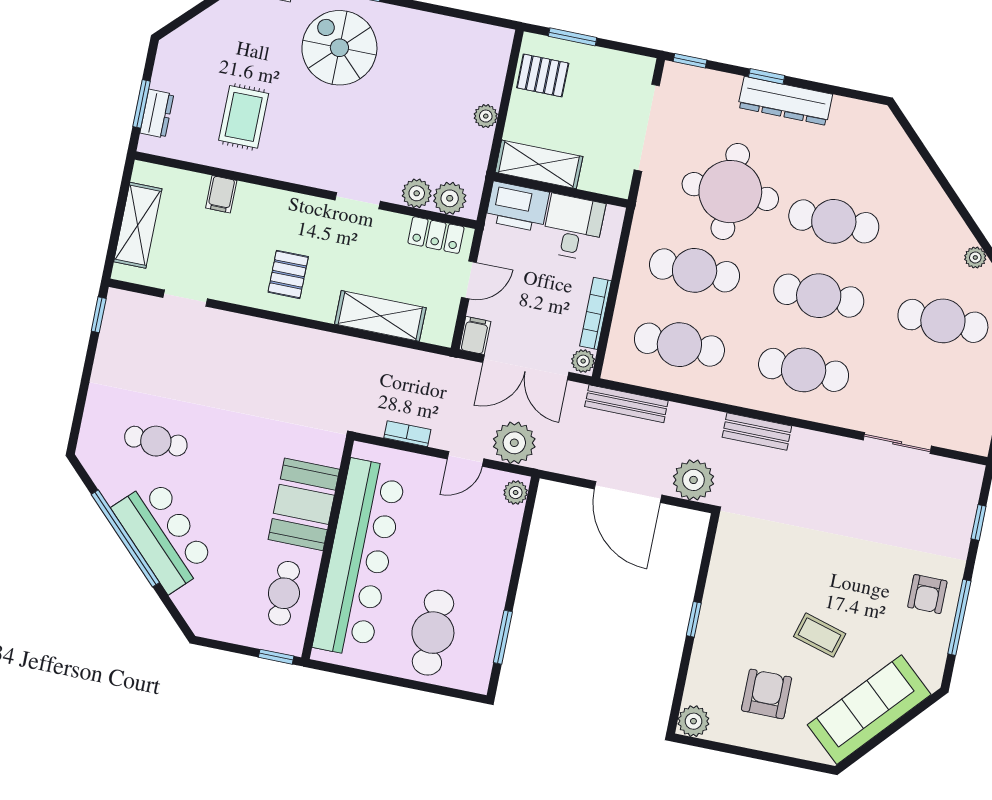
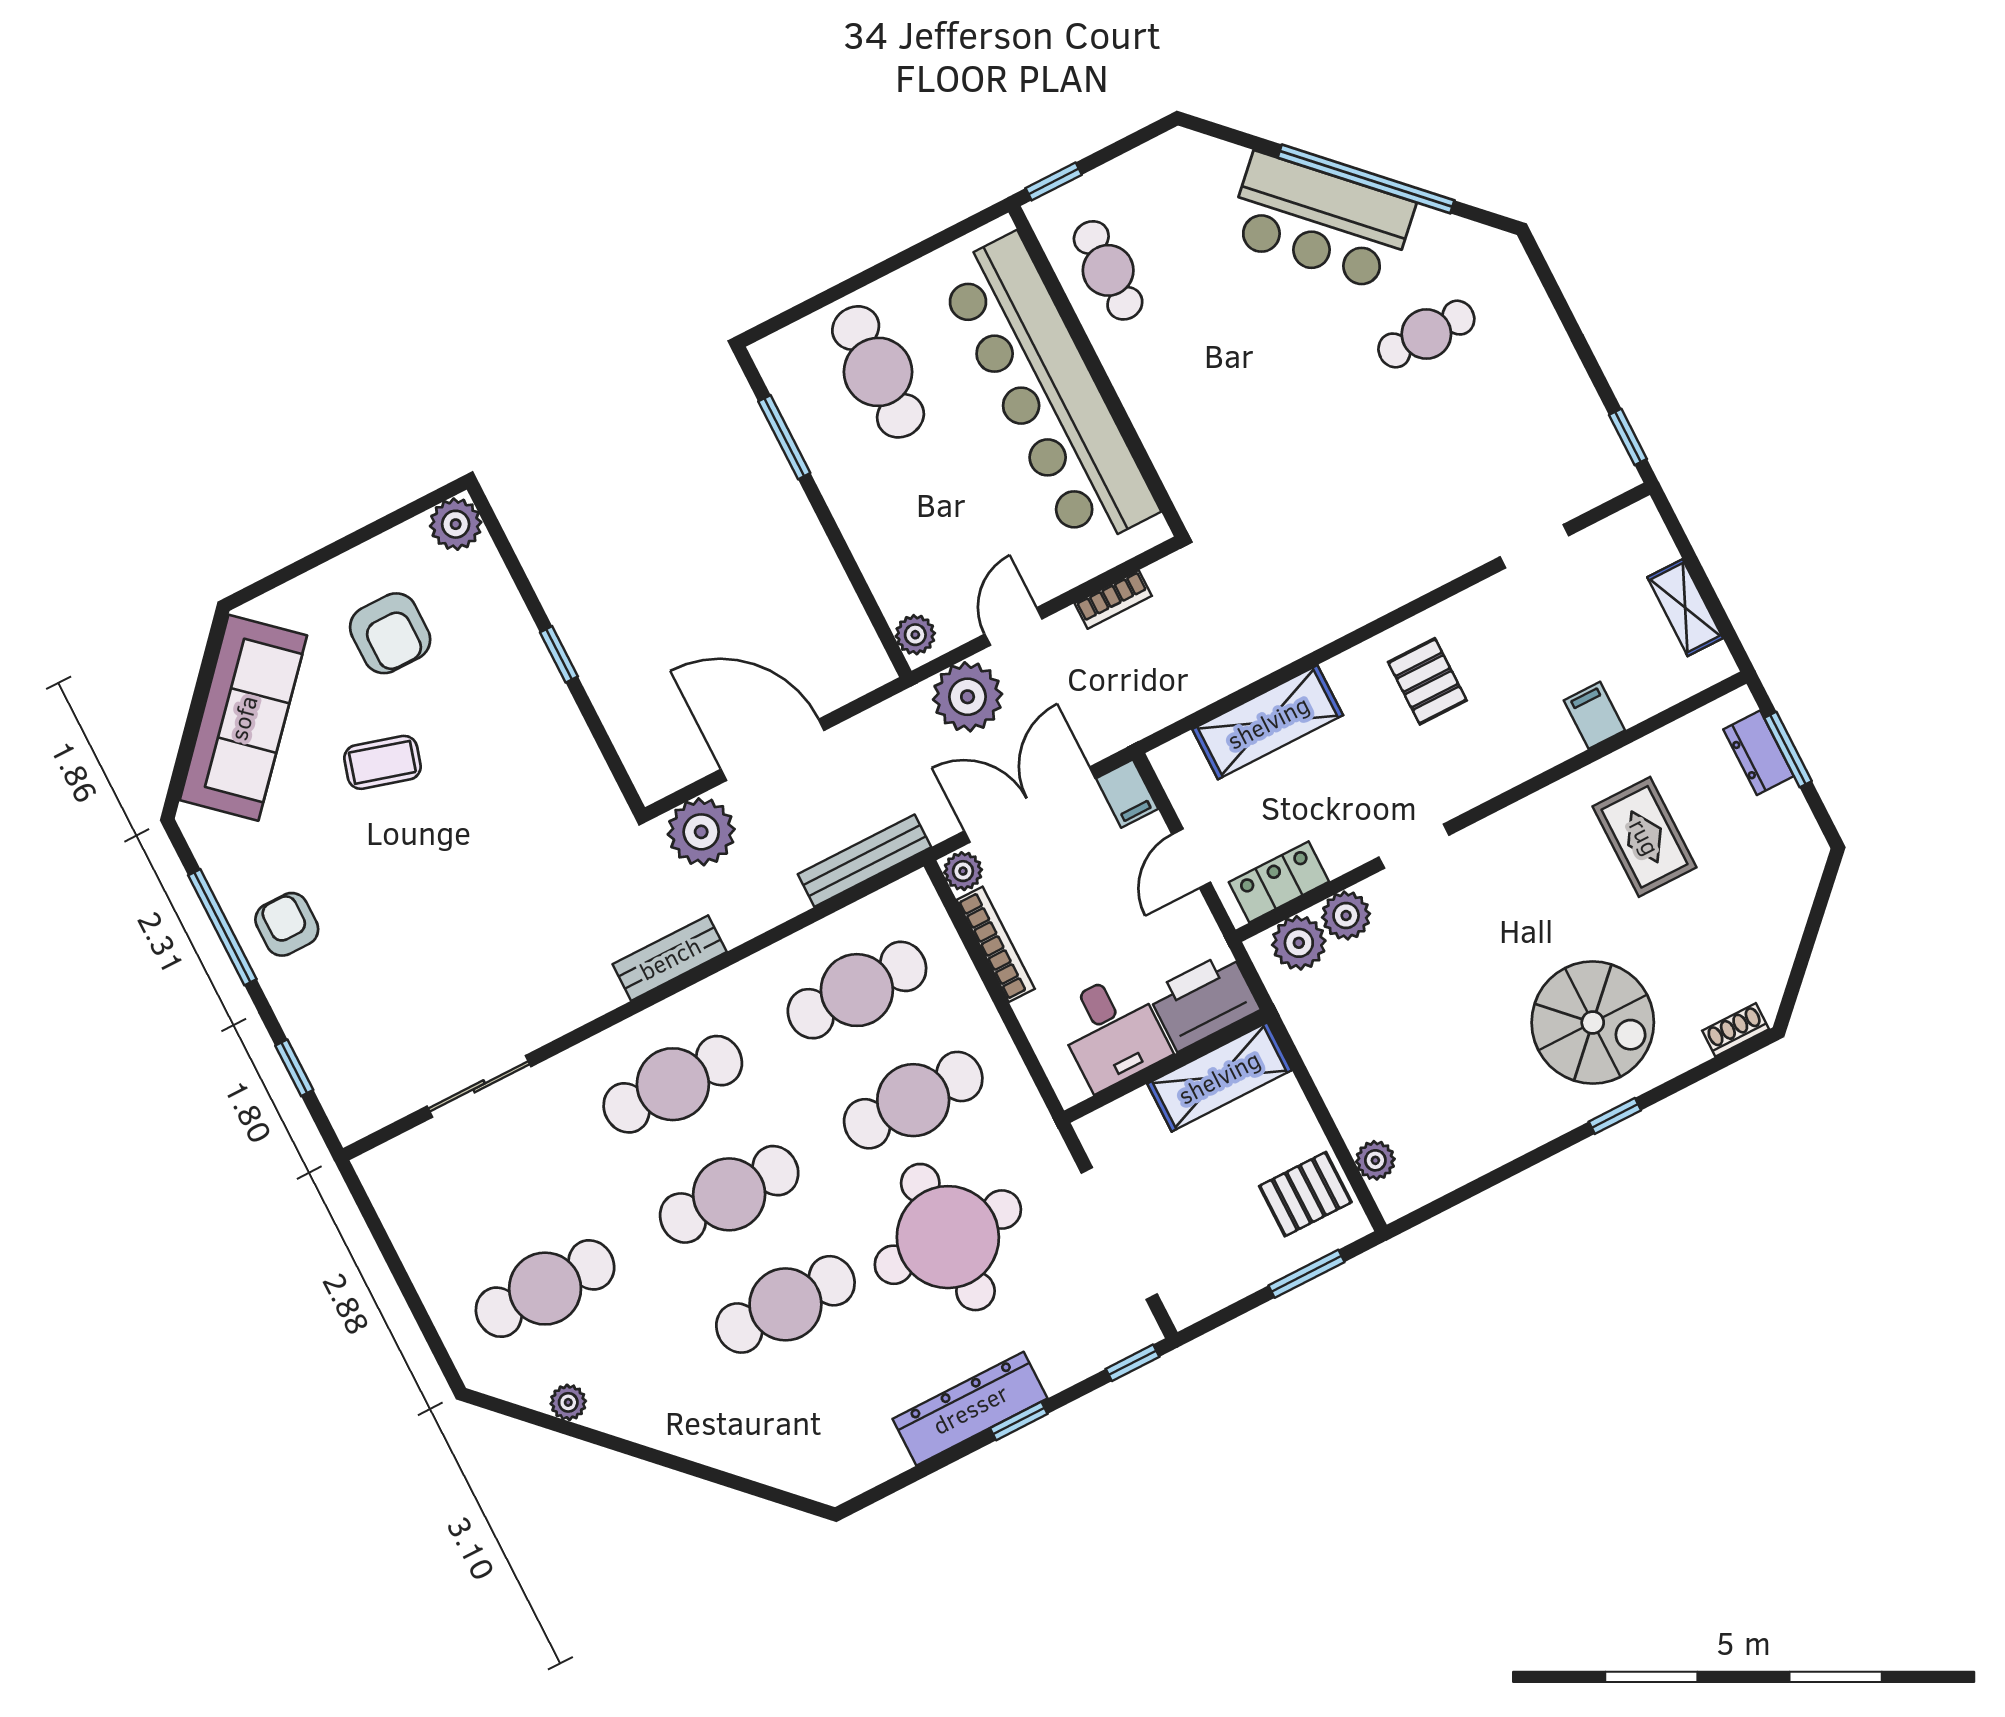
plant: (486, 116) -> (1375, 1160), moved
shelving: (138, 225) -> (1685, 608), width x0.67, depth x0.75
booth: (304, 504) -> (1173, 404), removed

